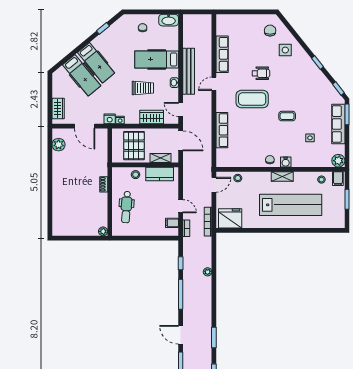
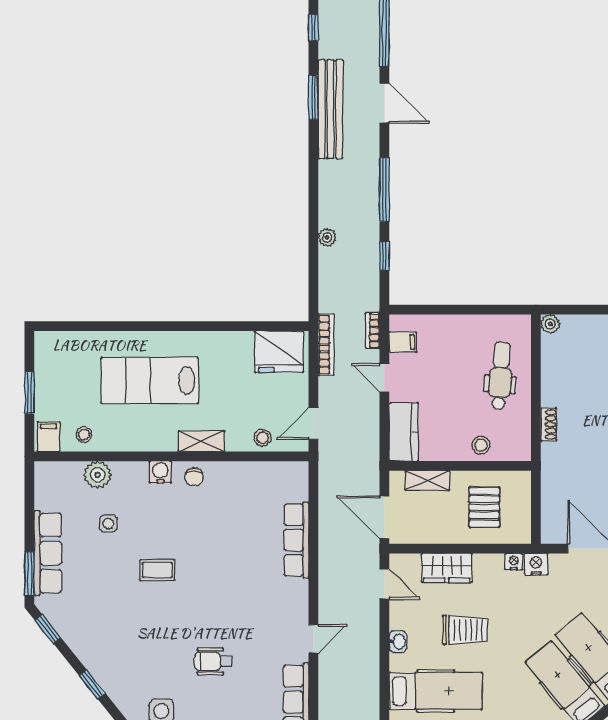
bench: (189, 71) -> (330, 109), moved
trolley: (143, 88) -> (465, 630), turned 180
coffee table: (252, 99) -> (232, 606), removed
pallet: (134, 146) -> (484, 507), width x0.67, depth x0.71
plant: (338, 161) -> (98, 475), moved
kitchen counter: (160, 174) -> (404, 432), moved, turned 90
shelving: (282, 176) -> (202, 441), moved
lab bench: (291, 205) -> (150, 380), width x0.73

